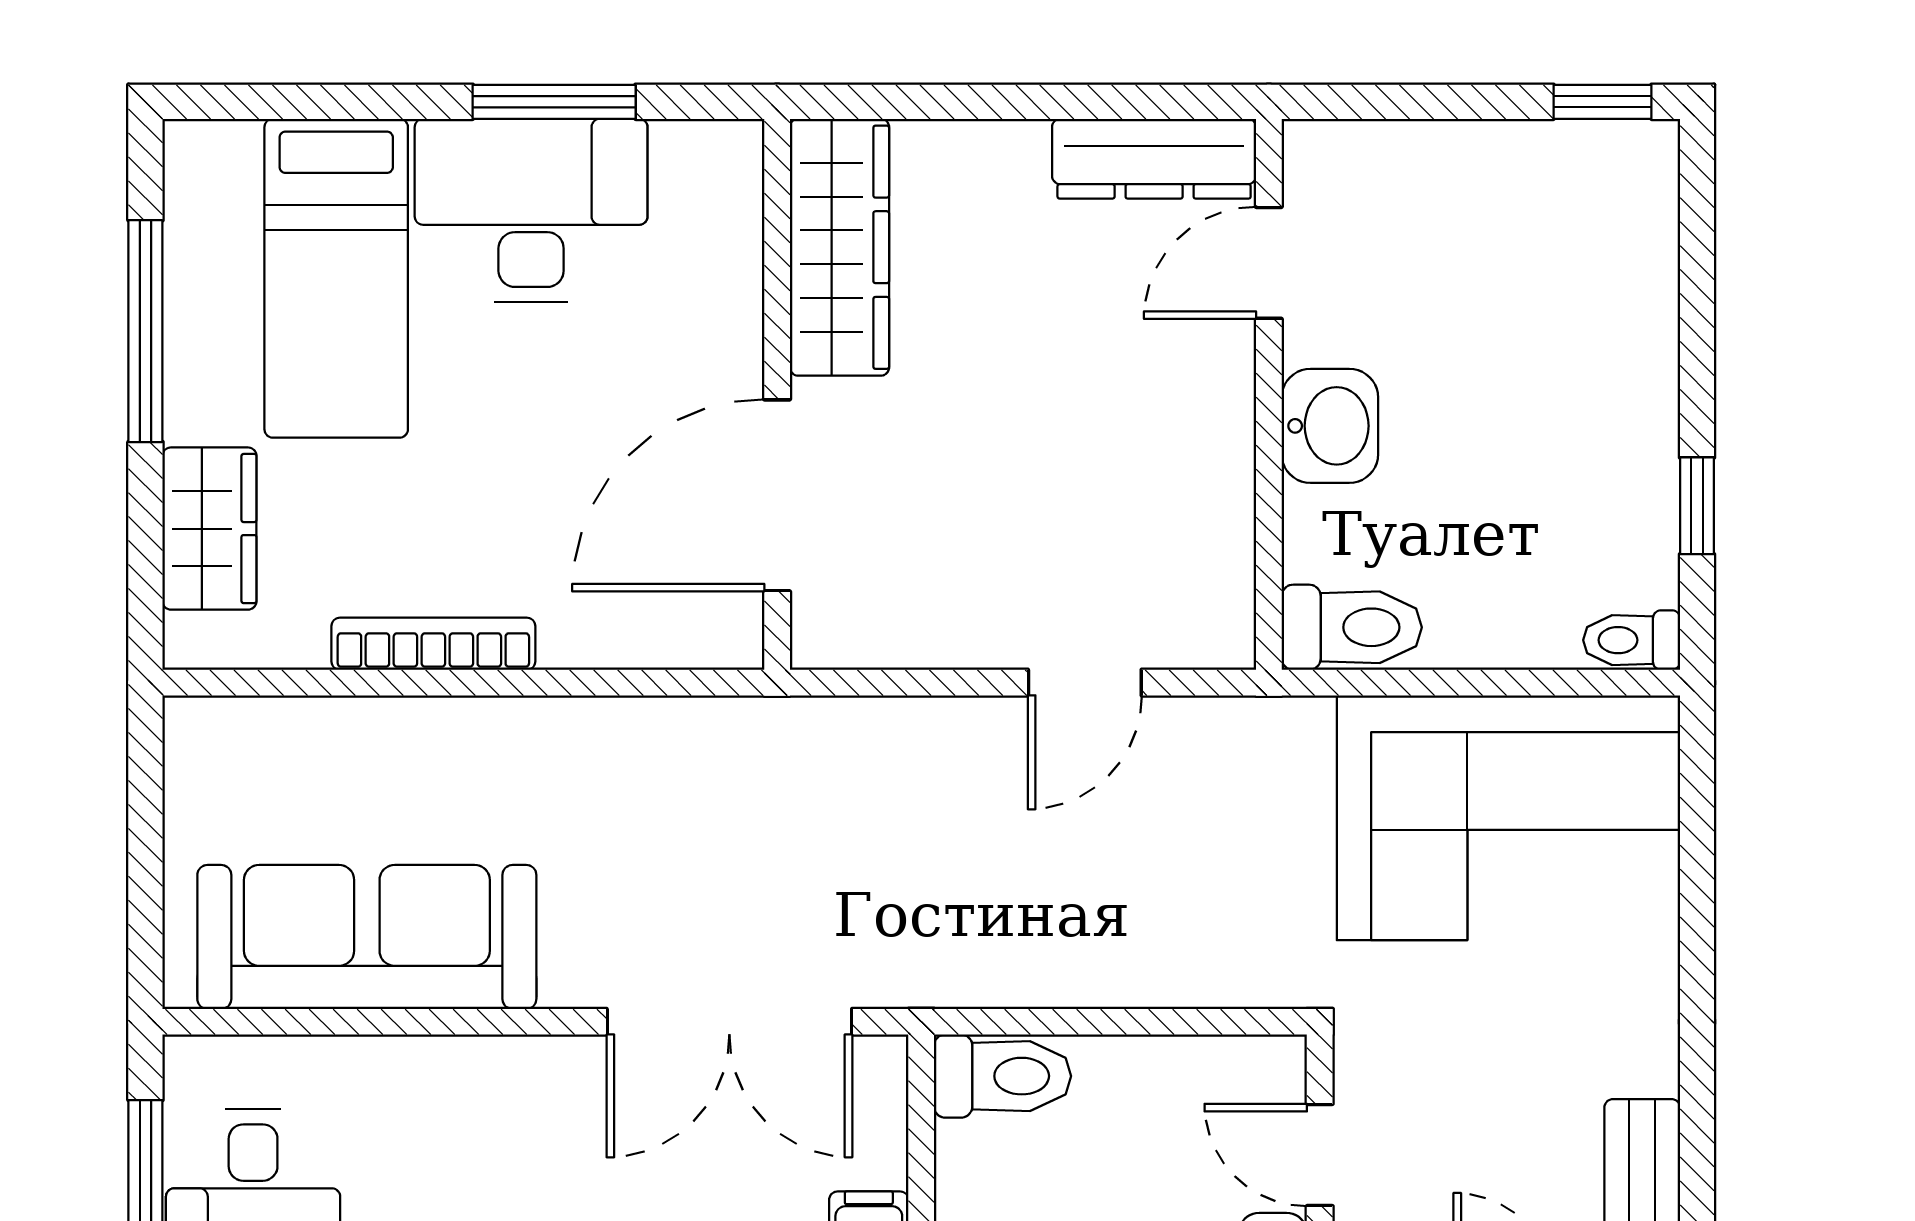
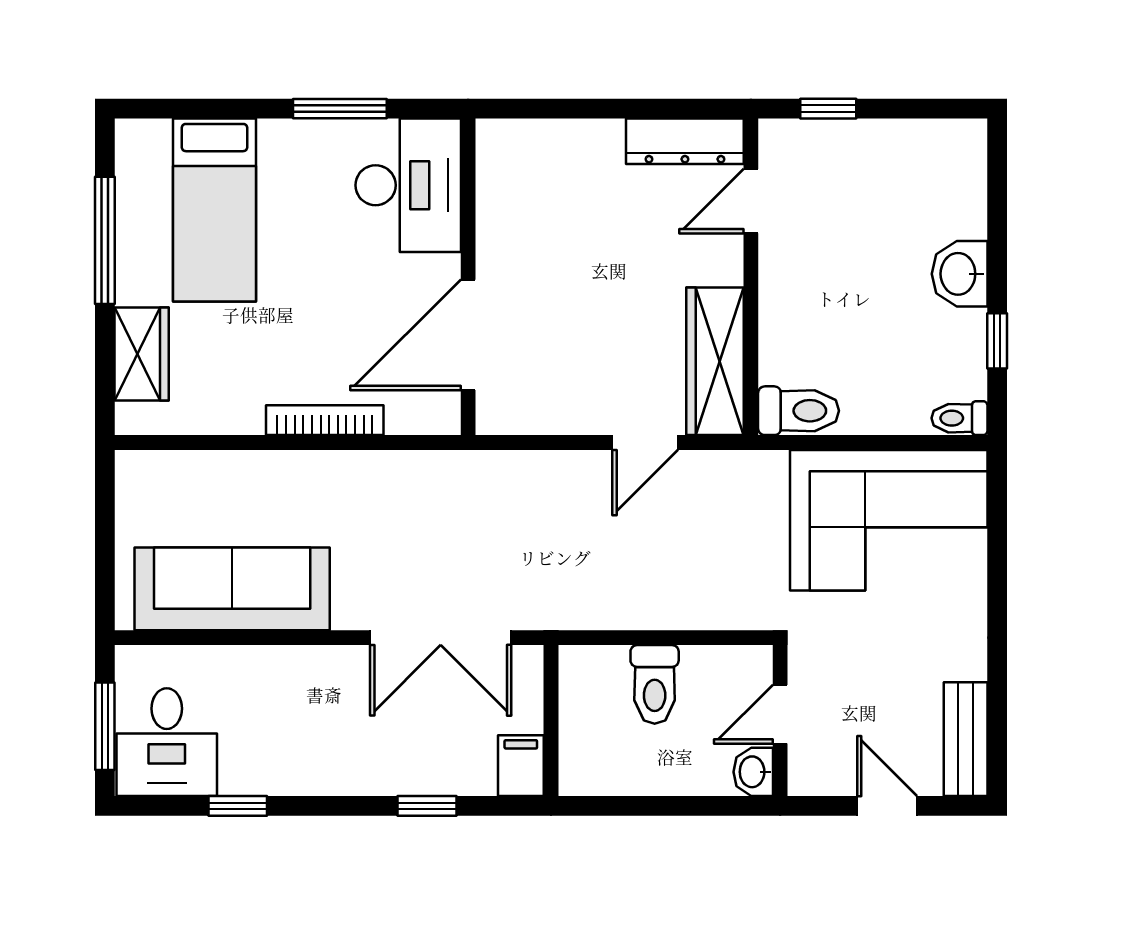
window: (1602, 102) -> (828, 109), moved
desk: (531, 210) -> (408, 185), moved, turned 90
wardrobe: (839, 247) -> (715, 361), moved, turned 180
washbasin: (1330, 426) -> (960, 274), moved, turned 180
bookcase: (433, 644) -> (325, 420), moved
toilet: (1002, 1076) -> (655, 684), moved, turned 90
door: (1320, 1155) -> (780, 714), hinge flipped

